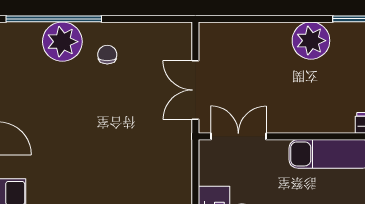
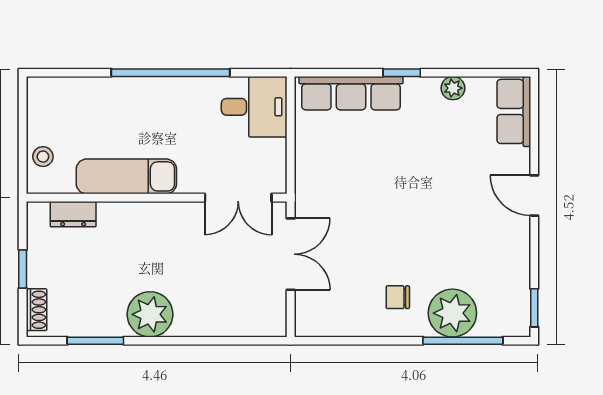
window: (54, 19) -> (463, 341), width x0.68
chair: (107, 55) -> (398, 297), turned 90

